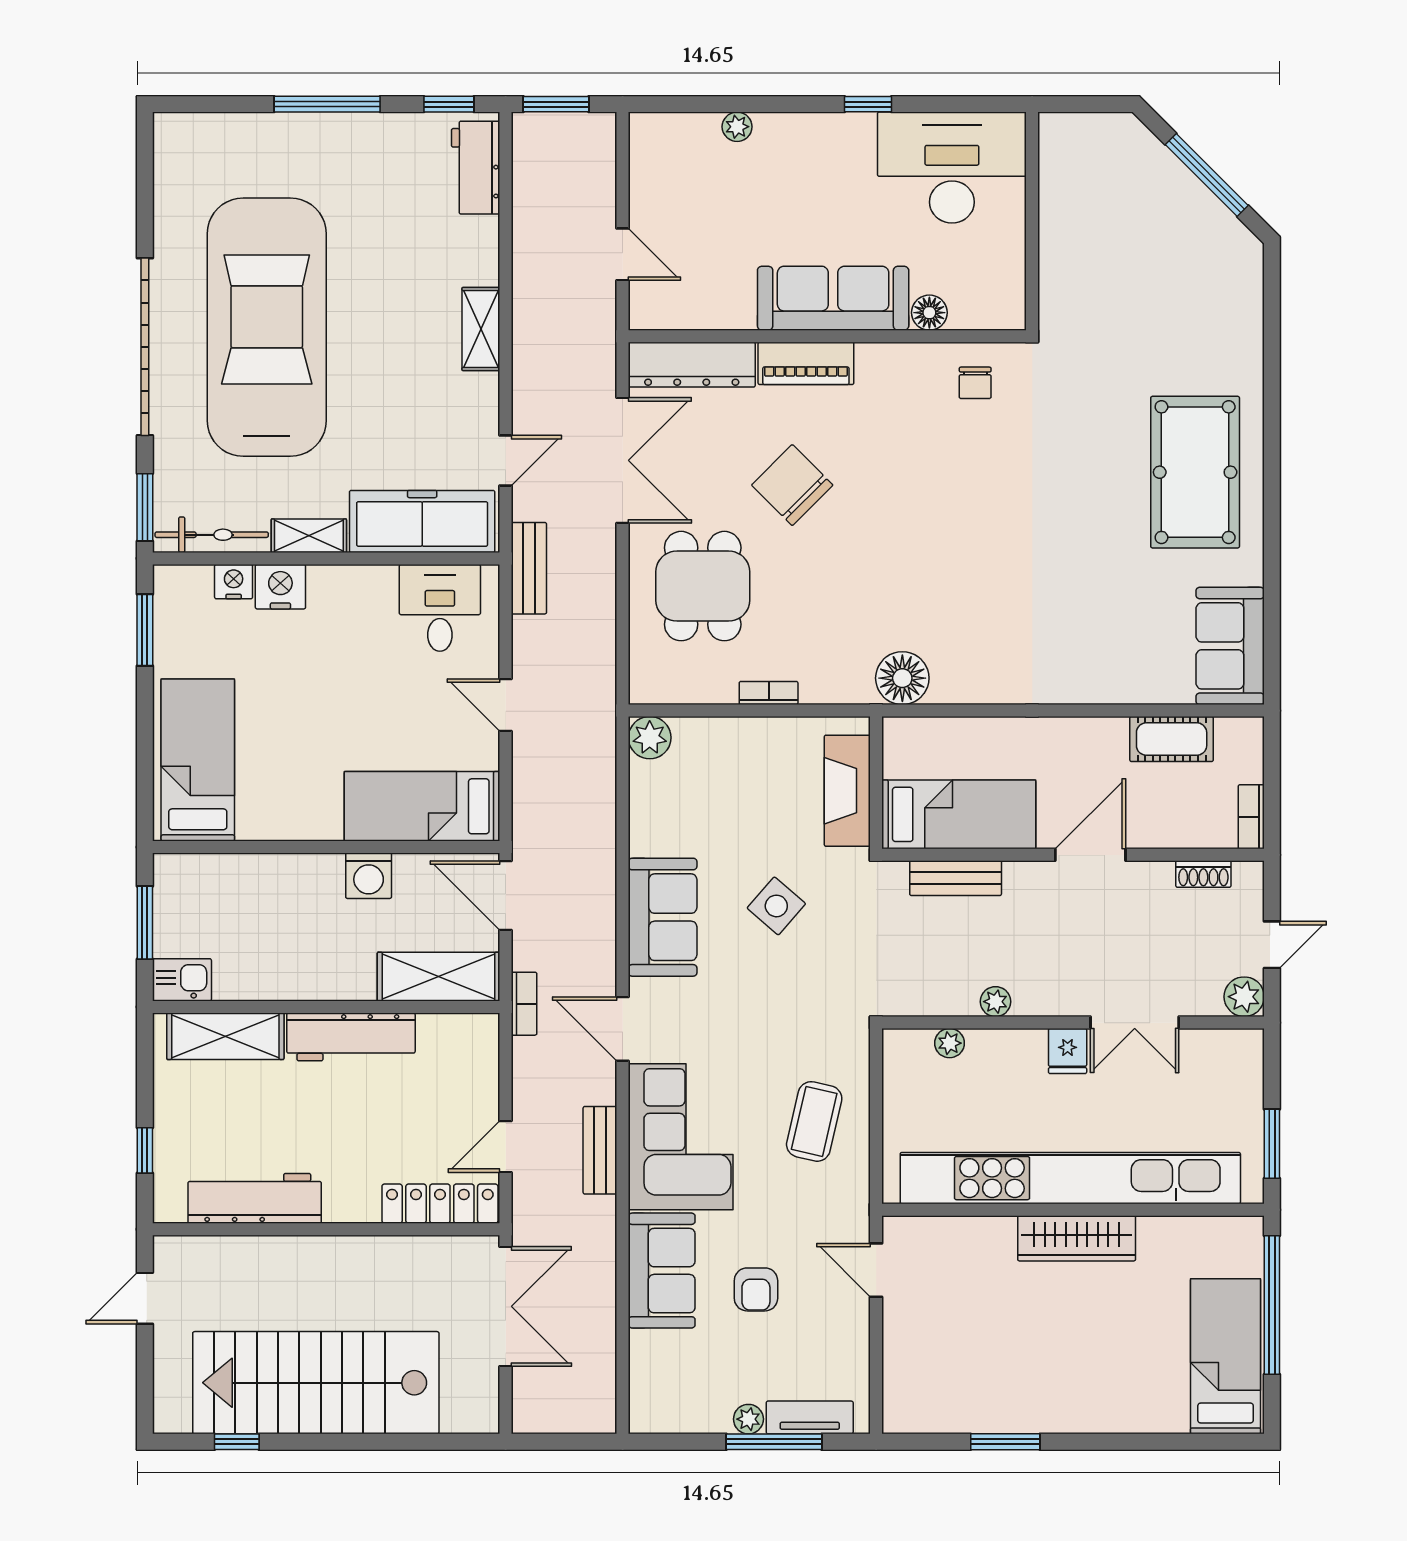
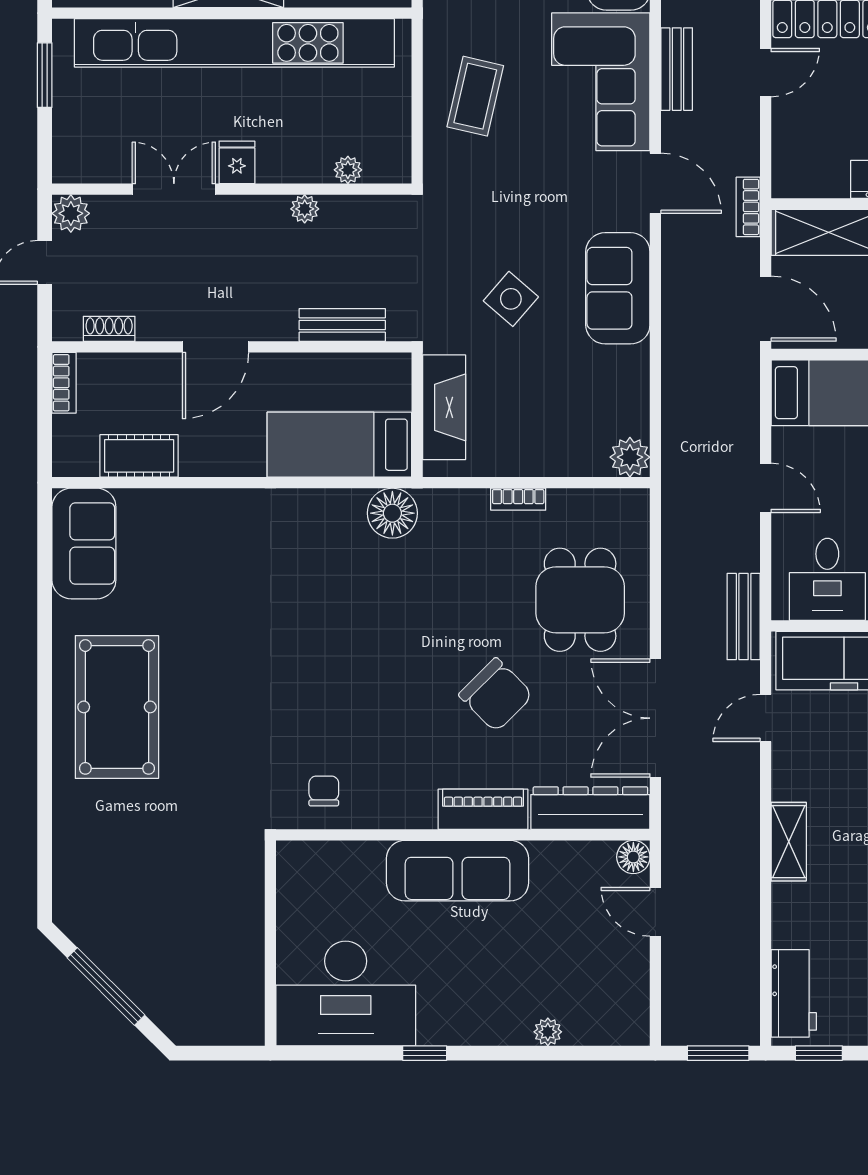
floor lamp: (929, 313) -> (633, 857), moved
bed: (959, 814) -> (339, 445), moved

